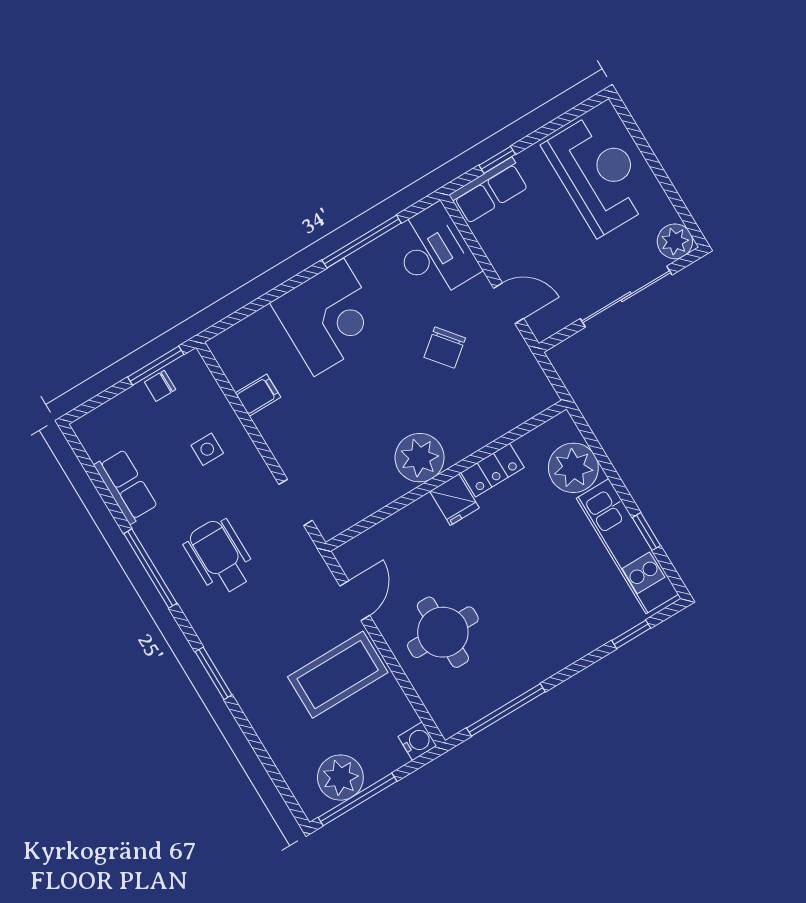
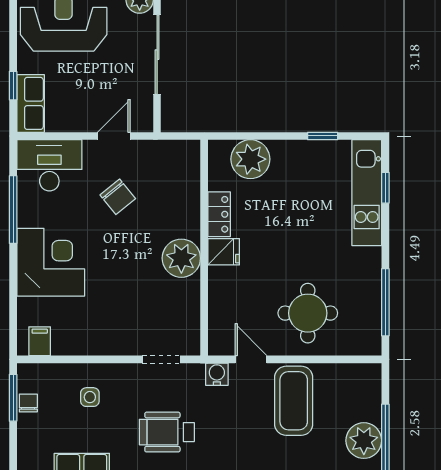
chair: (160, 386) -> (28, 403), turned 180
filing cabinet: (258, 395) -> (40, 341), moved
kitchen unit: (627, 546) -> (367, 193), moved, turned 90
water cooler: (417, 741) -> (217, 374), moved

